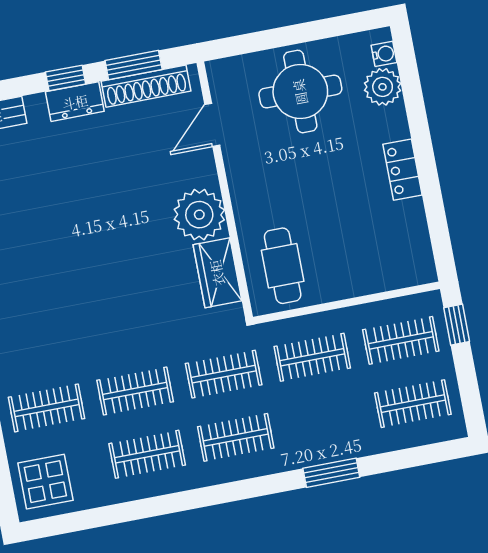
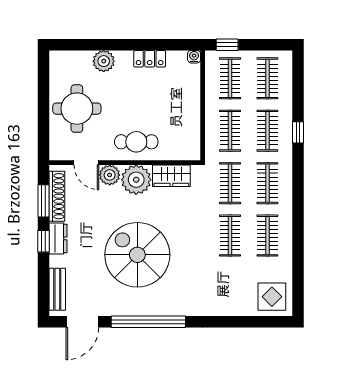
water cooler: (384, 54) -> (194, 57), moved
plant: (383, 87) -> (104, 61), moved
plant: (199, 168) -> (110, 175), added
locker: (403, 170) -> (150, 59), moved
spiral stairs: (73, 241) -> (137, 255), added
cafe table: (283, 266) -> (136, 142), moved
clothes rail: (47, 408) -> (267, 131), moved
window: (331, 473) -> (298, 132), width x0.67

